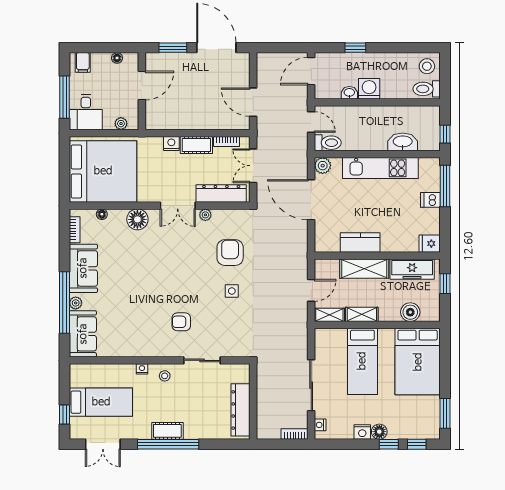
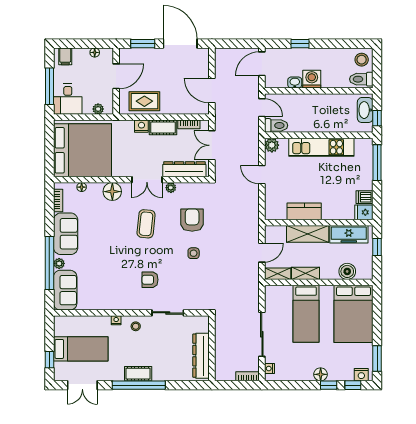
rug: (175, 115) -> (144, 101), added
washbasin: (403, 142) -> (365, 110), moved, turned -90
door: (311, 200) -> (262, 175), width x0.53
dishwasher: (430, 200) -> (365, 197), moved
coffee table: (177, 257) -> (146, 224), added
nightstand: (362, 432) -> (361, 375), moved

